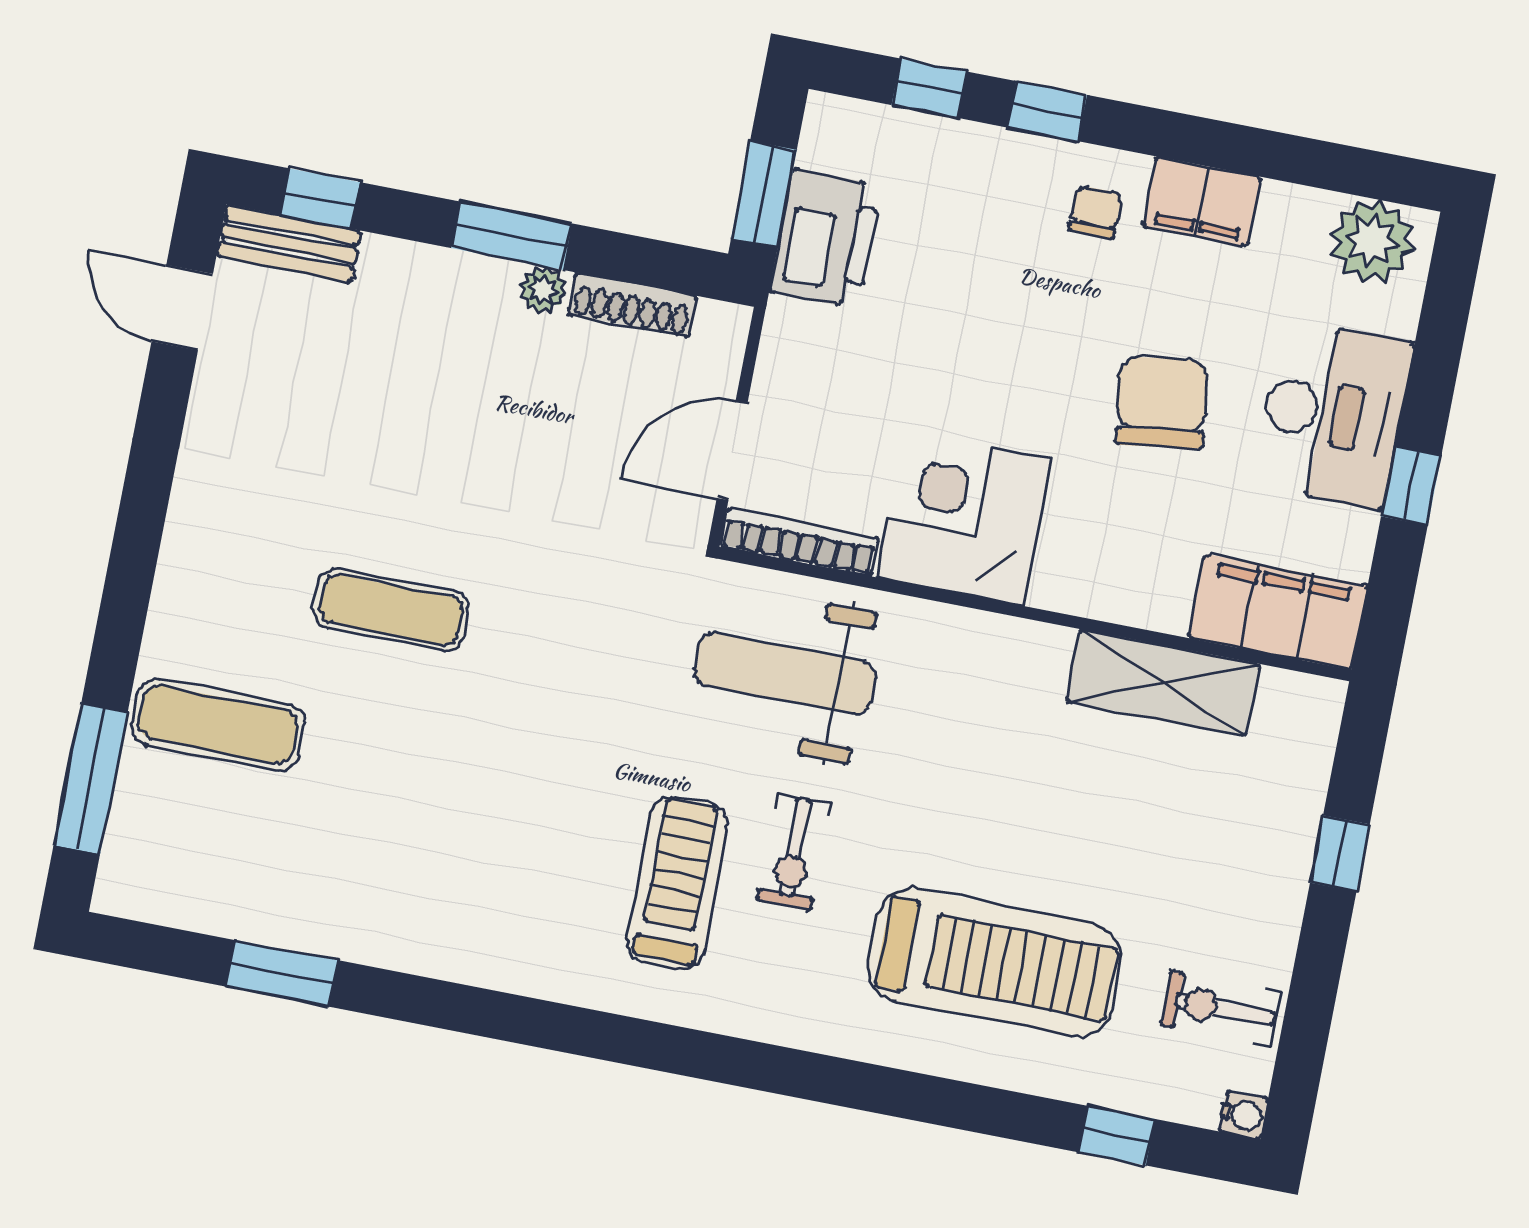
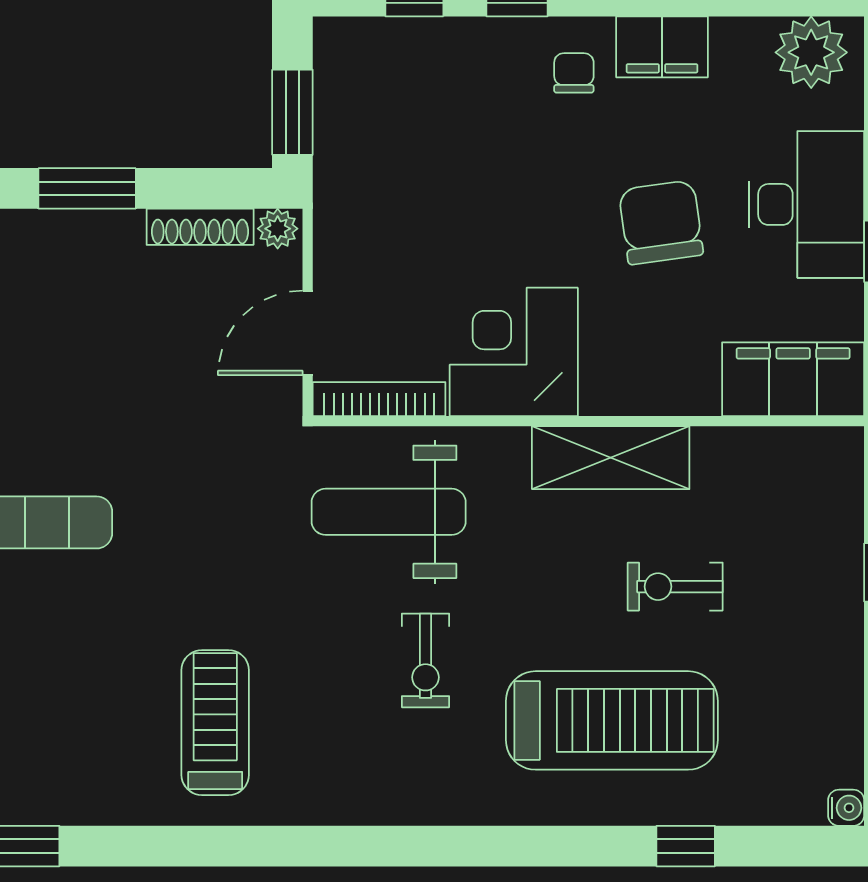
printer: (826, 239) -> (352, 140), removed
plant: (543, 290) -> (278, 229), moved
shelving: (1163, 683) -> (611, 458), moved
treadmill: (677, 883) -> (215, 723), moved
exercise bike: (1220, 1009) -> (675, 587), moved
window: (1117, 1136) -> (686, 846), moved

